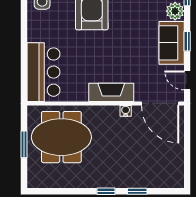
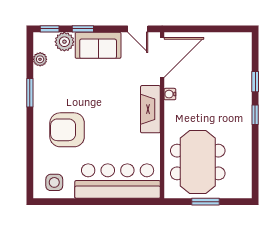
window: (187, 41) -> (83, 29), moved
bar counter: (43, 72) -> (118, 181), width x1.36
door: (187, 80) -> (138, 29), hinge flipped

